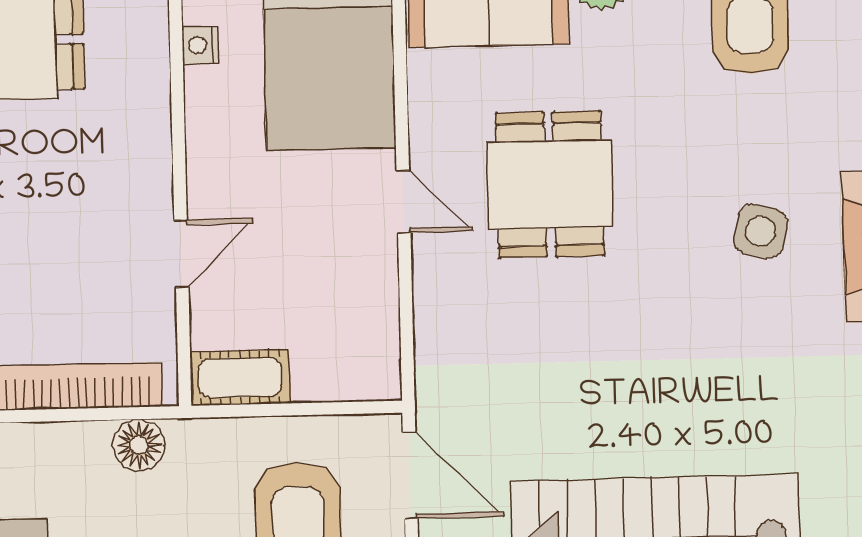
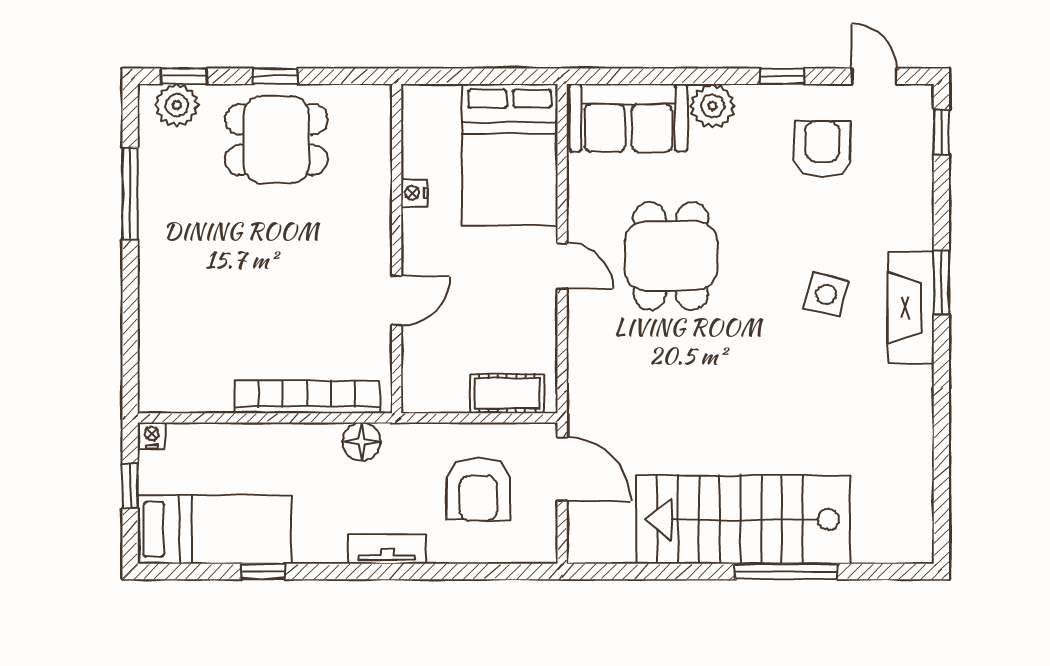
nightstand: (200, 45) -> (414, 193), moved
cot: (240, 378) -> (507, 393), moved

